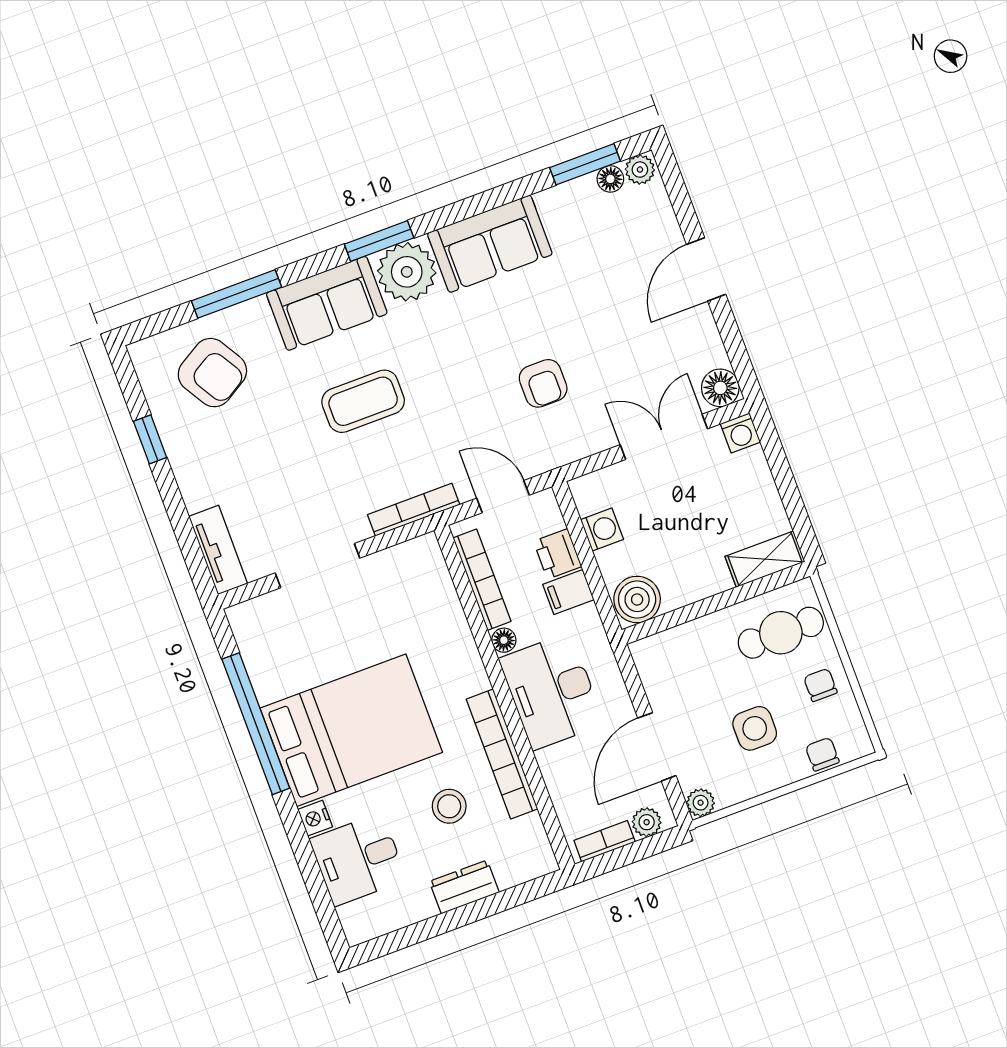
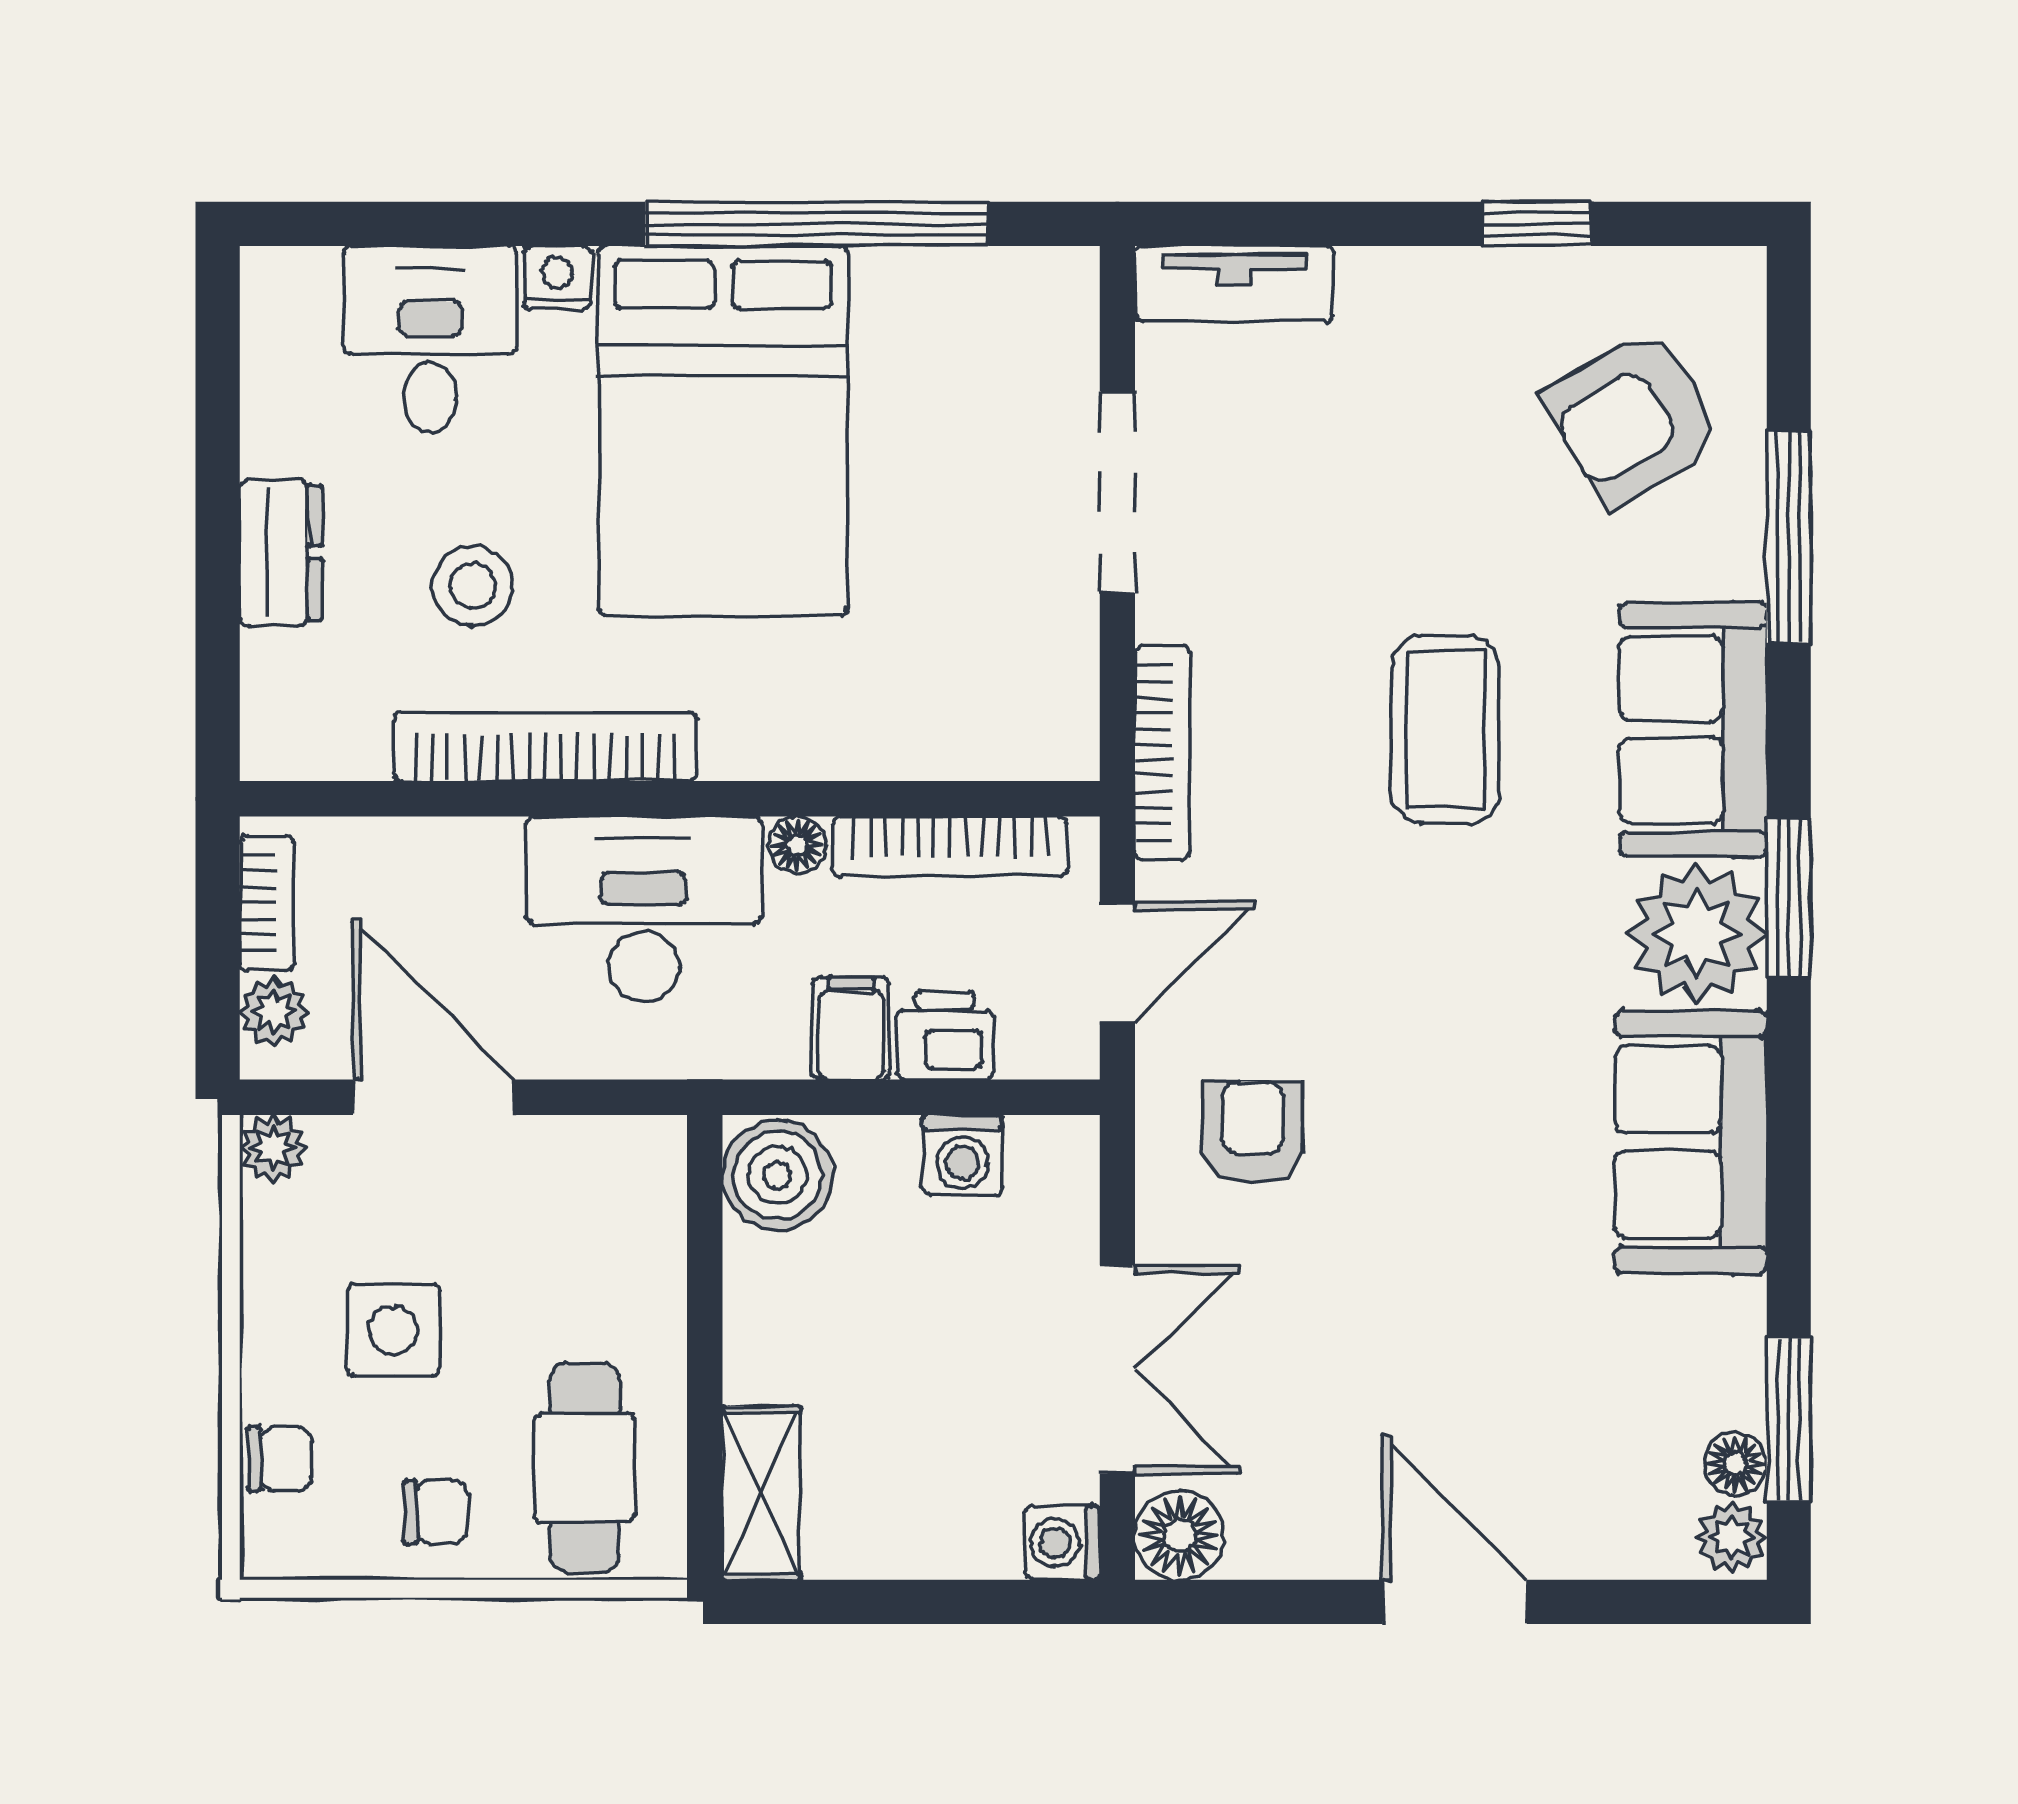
armchair: (543, 383) -> (1253, 1132), moved, turned 90

